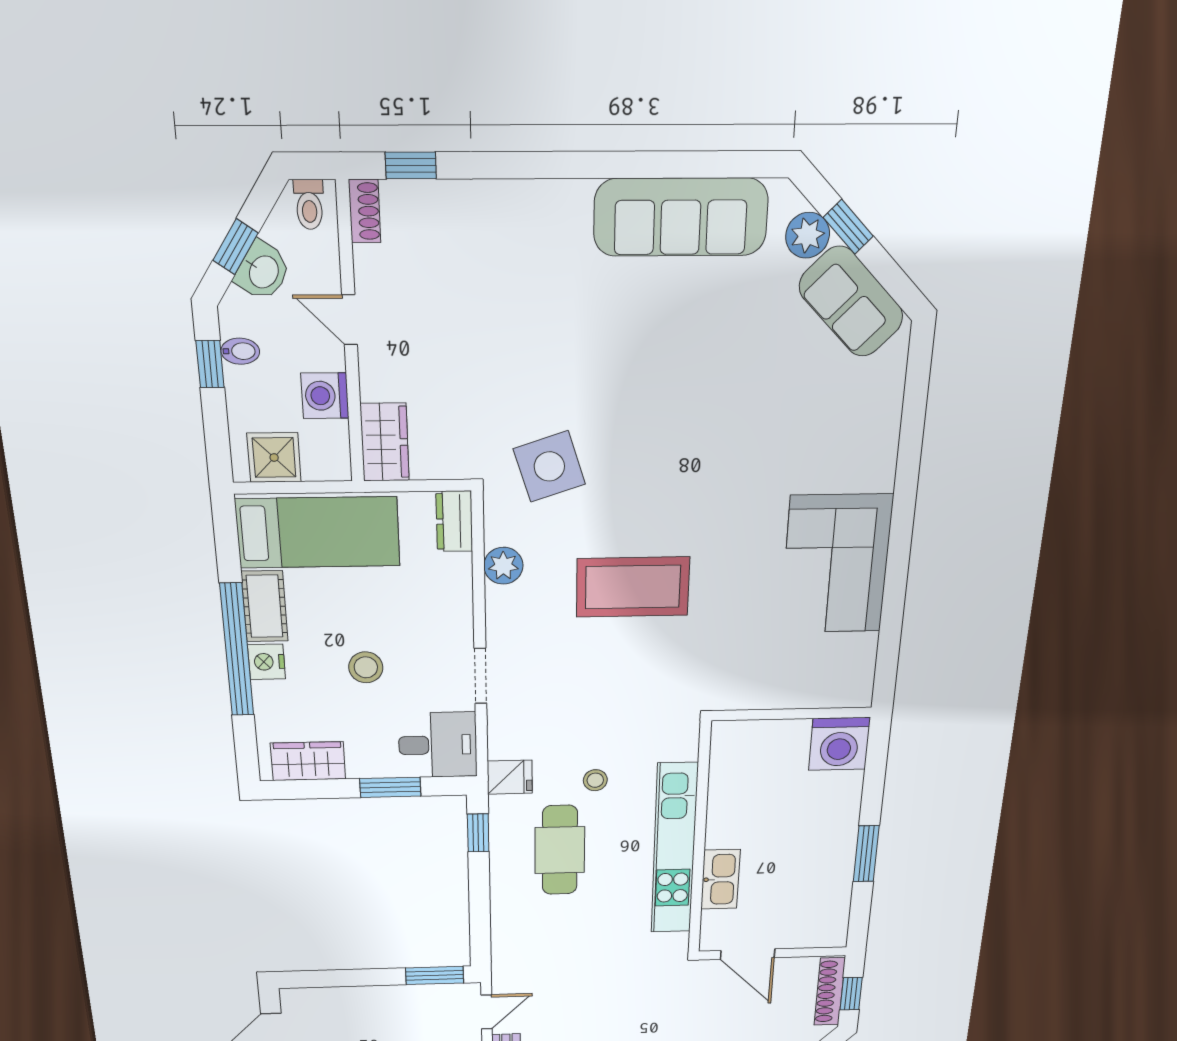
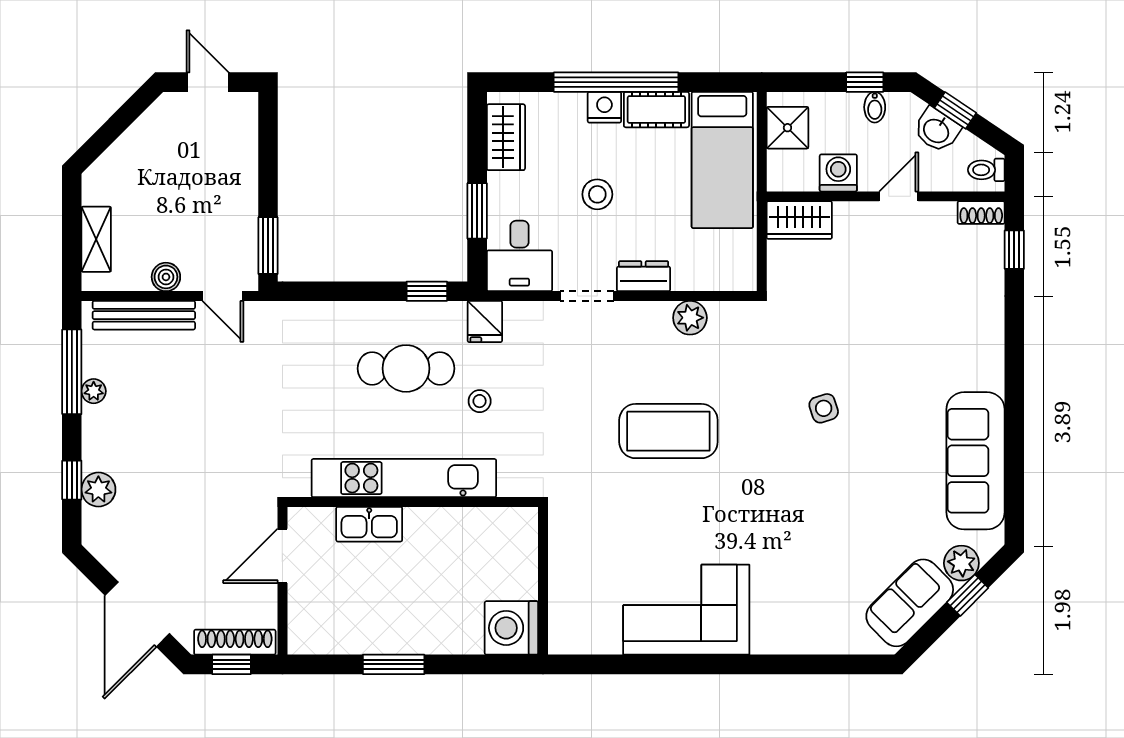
side table: (549, 466) -> (824, 408), moved, width x0.54, depth x0.54
dresser: (454, 521) -> (644, 276), moved
coffee table: (633, 587) -> (668, 431), turned 90

